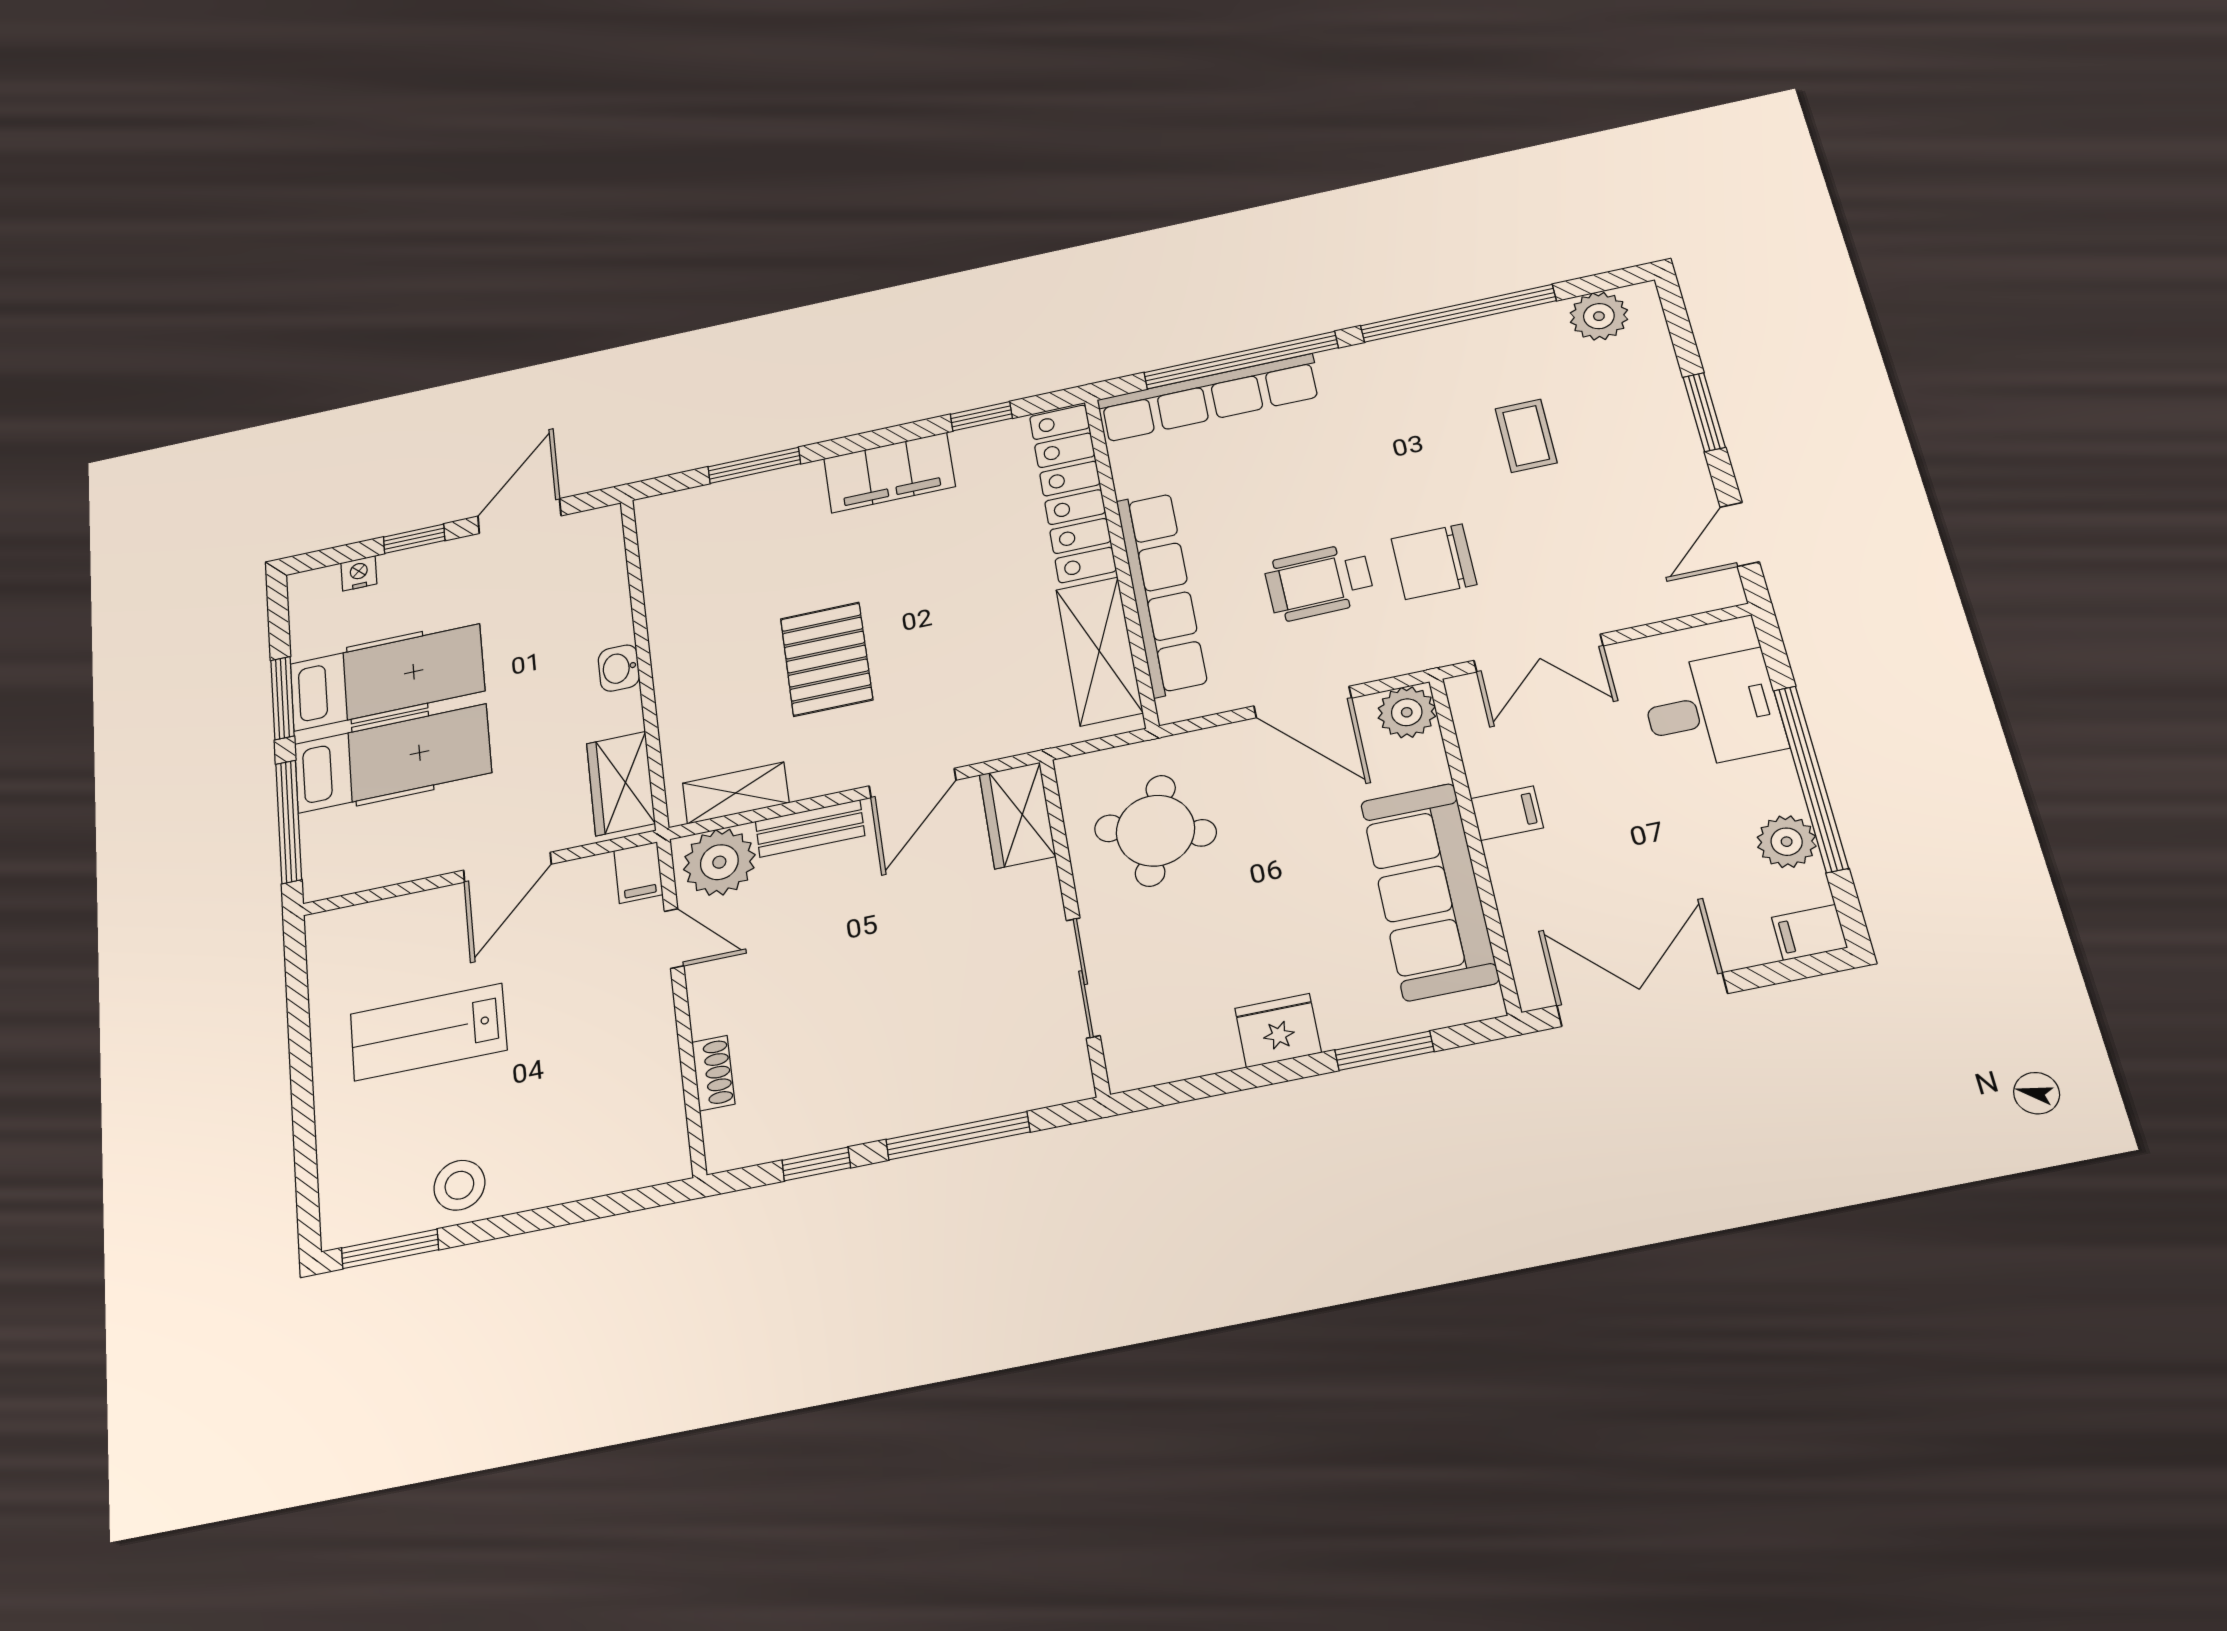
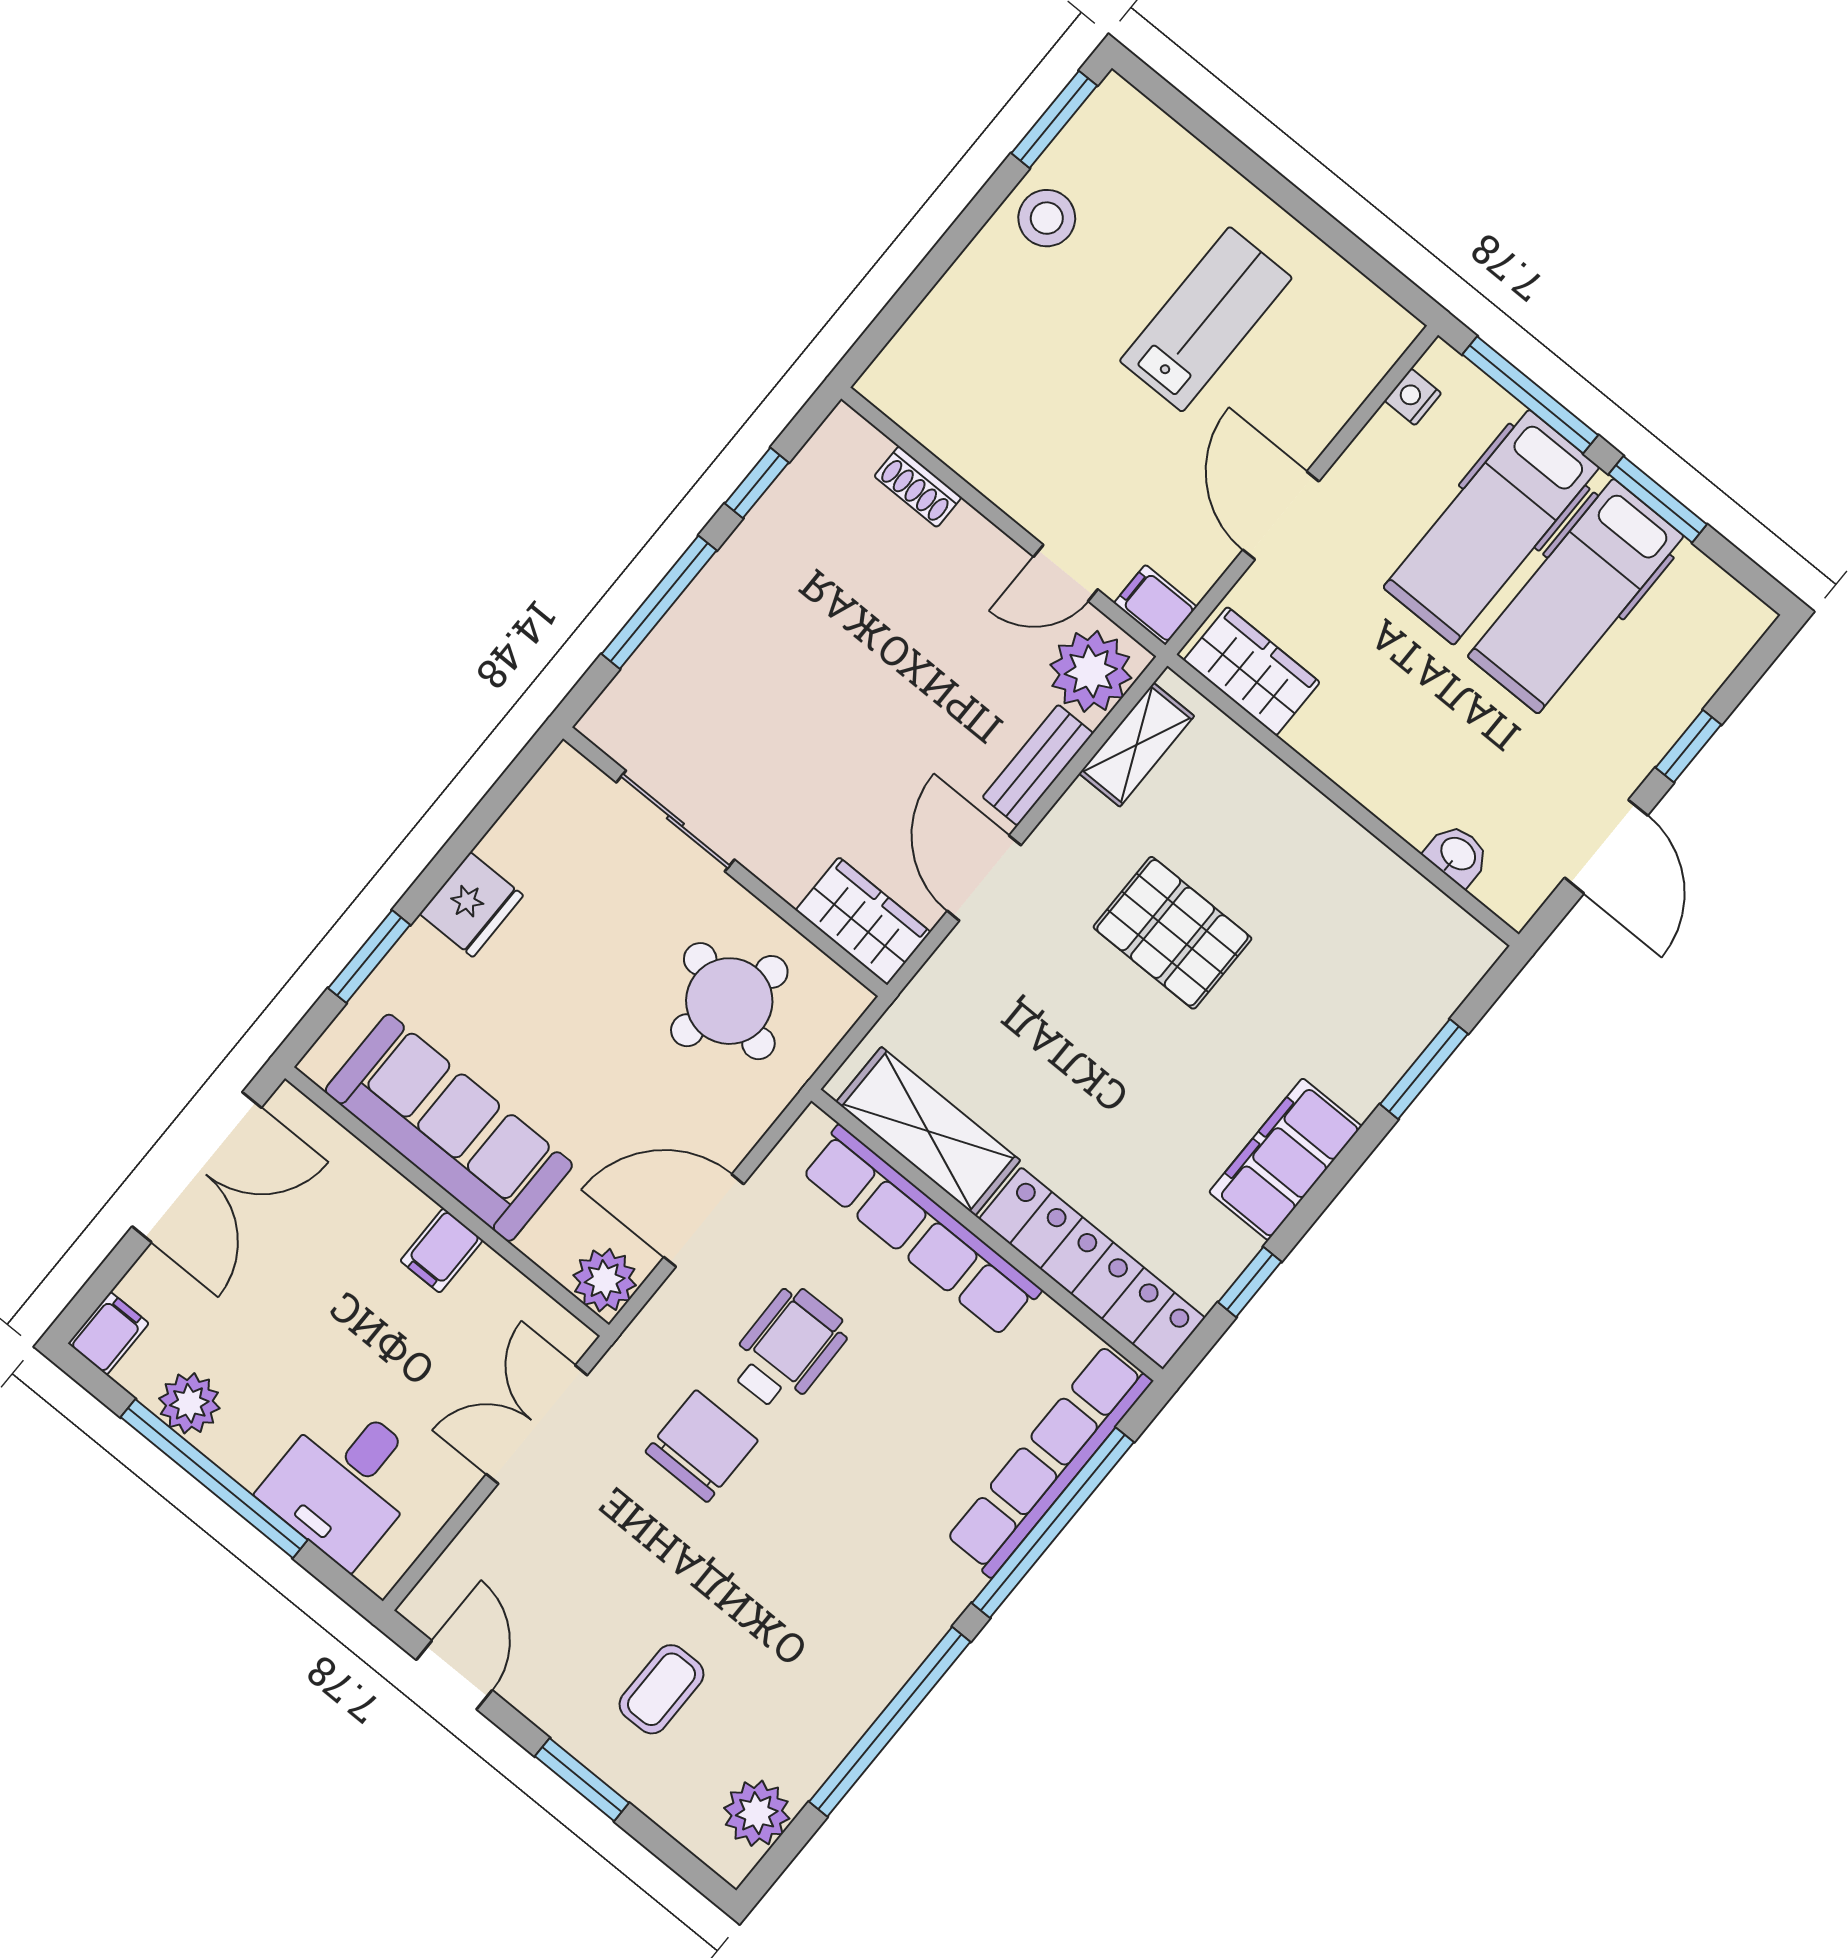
coffee table: (1526, 436) -> (662, 1689), moved, turned 90
nightstand: (359, 573) -> (1413, 397), moved, turned 180
washbasin: (619, 668) -> (1457, 855), moved

